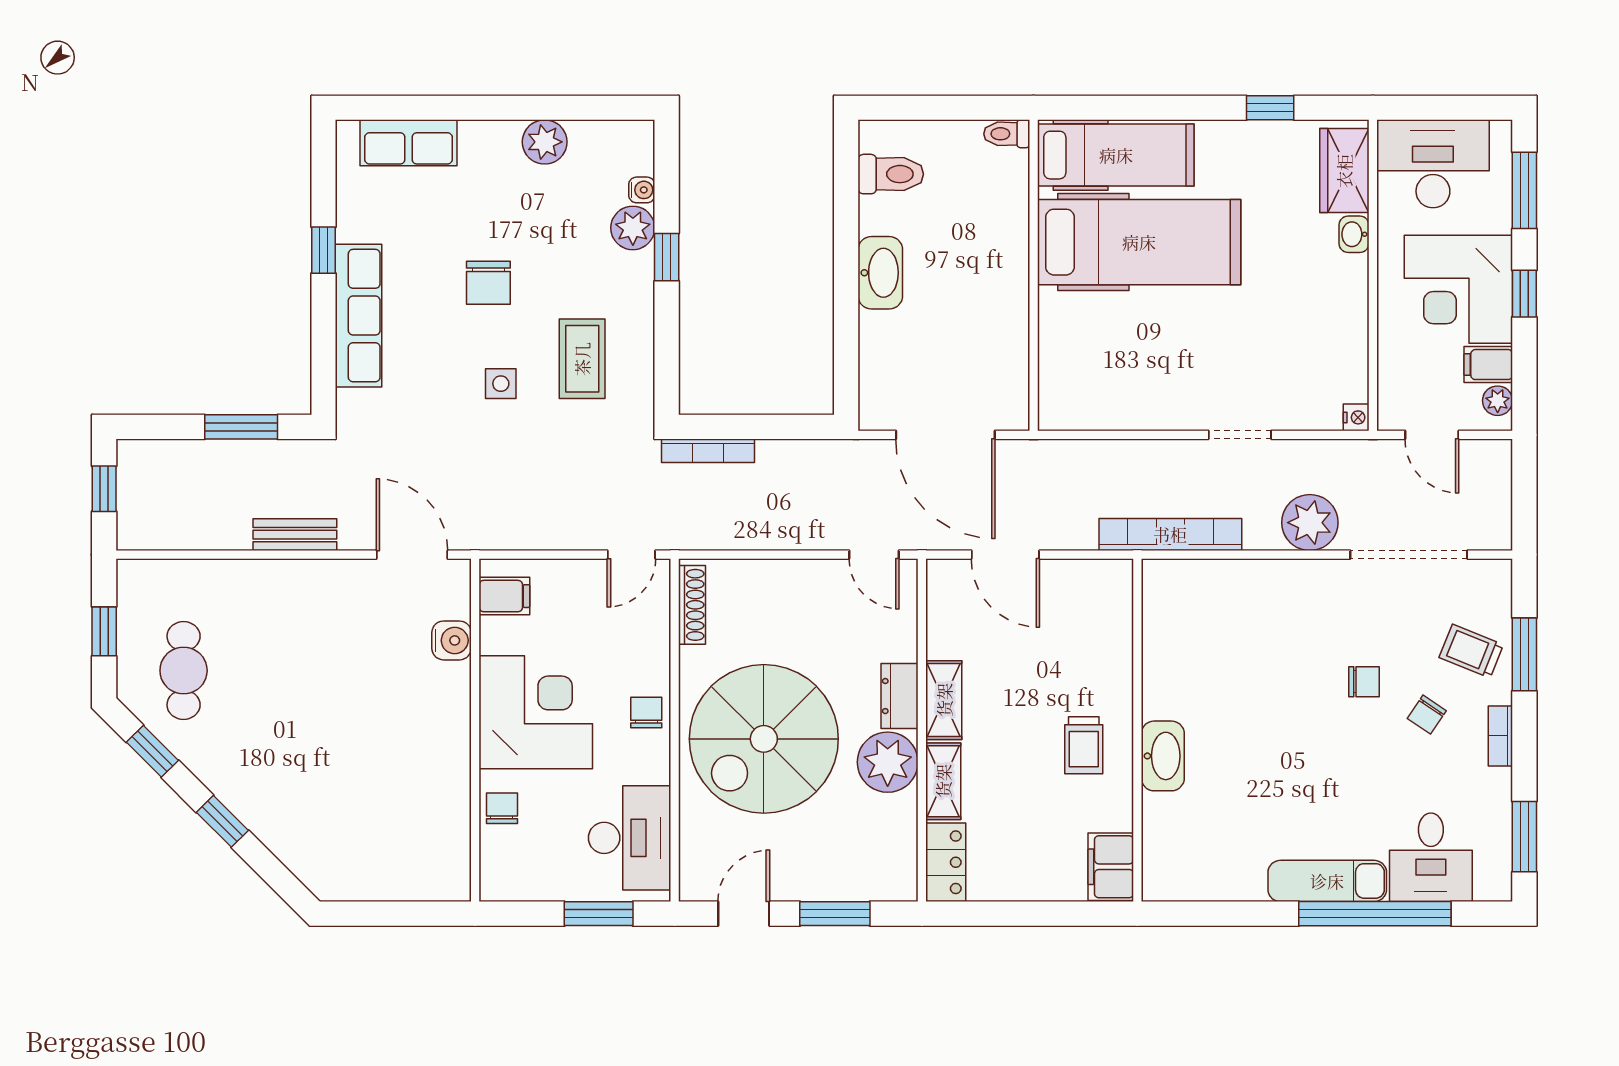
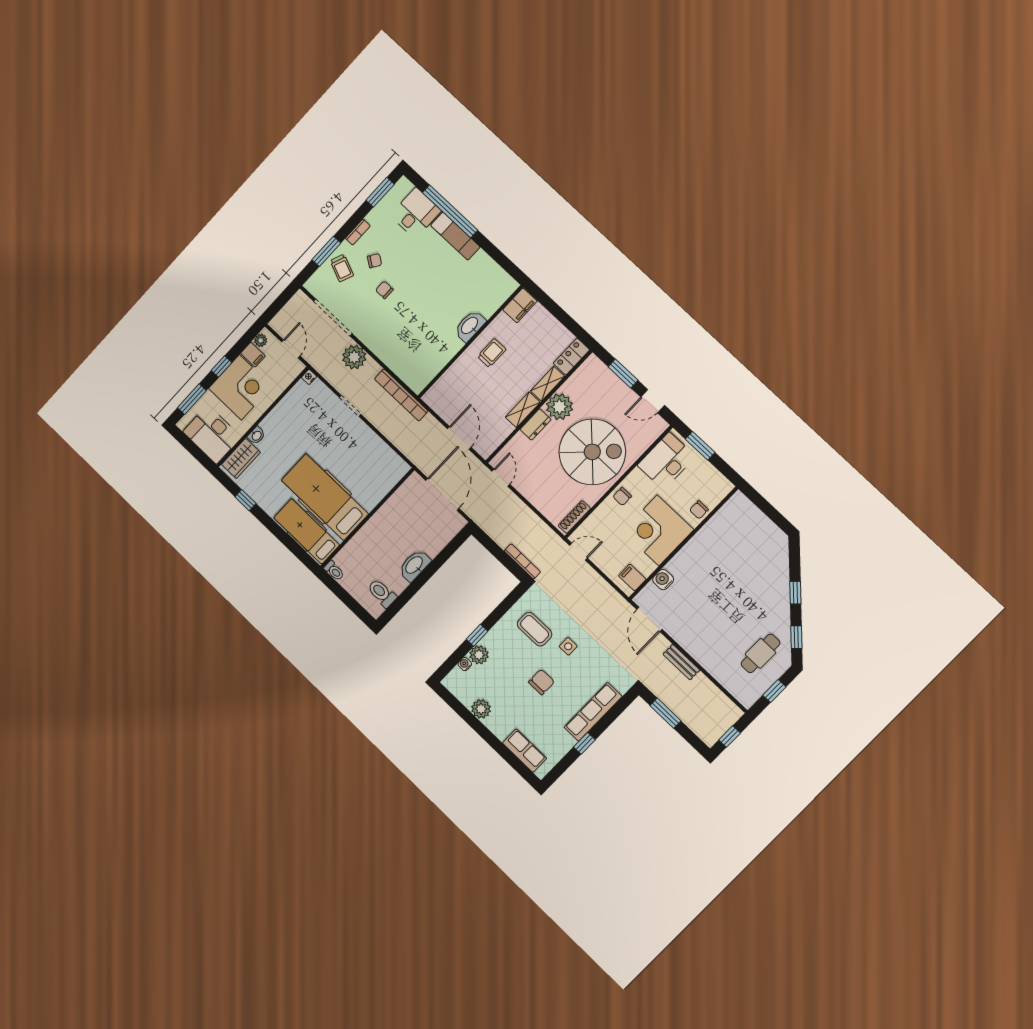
coffee table: (582, 359) -> (535, 629), turned 90

